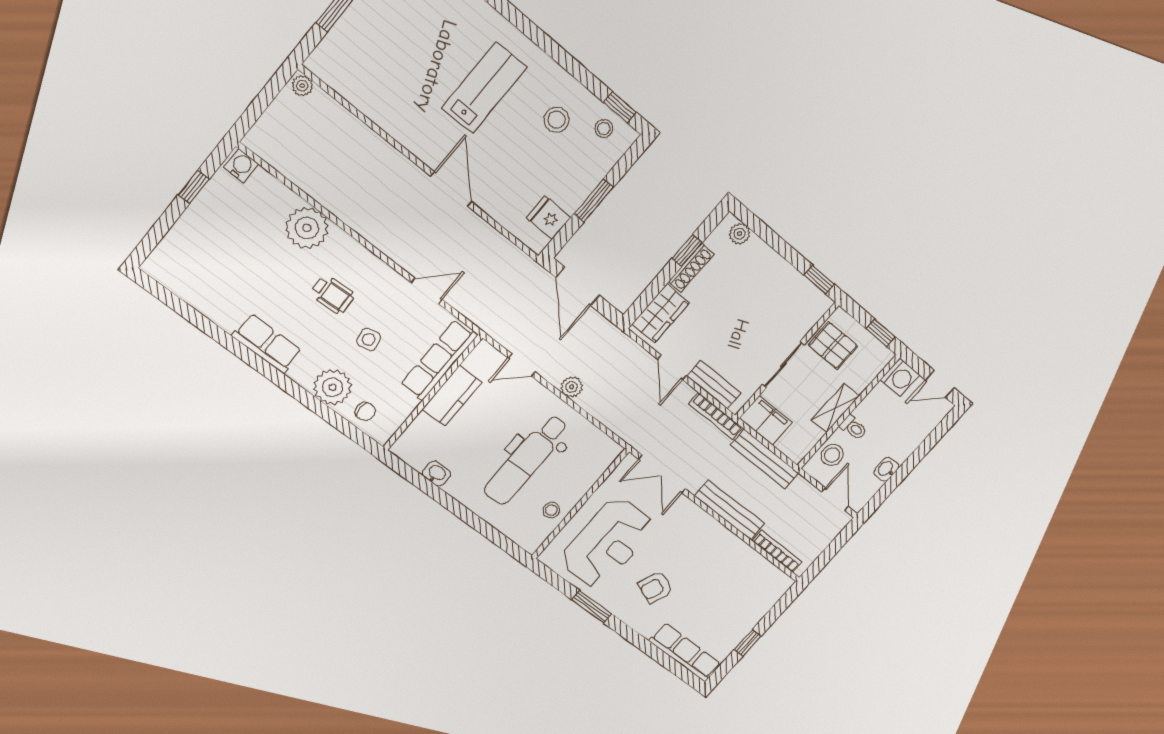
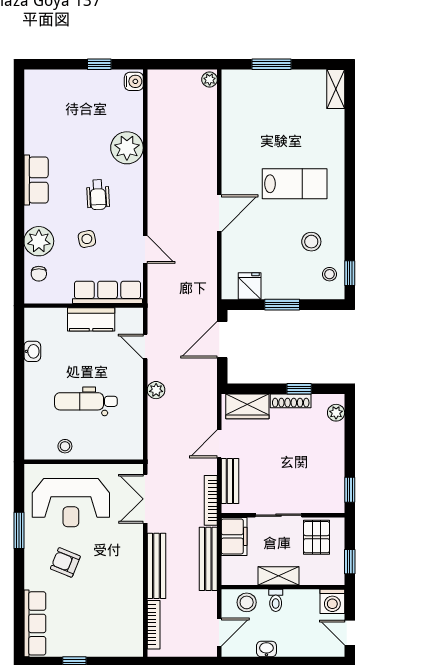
dental chair: (526, 460) -> (86, 401), width x0.73, depth x0.72

